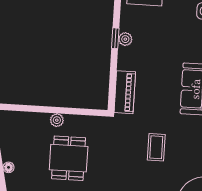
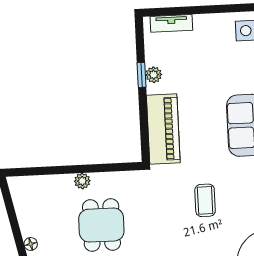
piano: (125, 92) -> (163, 129), width x1.37, depth x1.33

